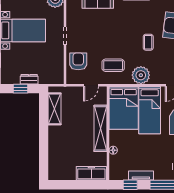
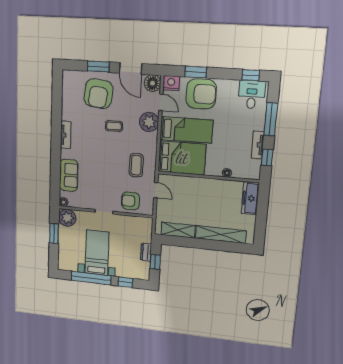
plant: (141, 75) -> (149, 122), moved
shelving: (100, 128) -> (221, 235), moved

